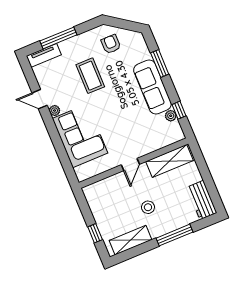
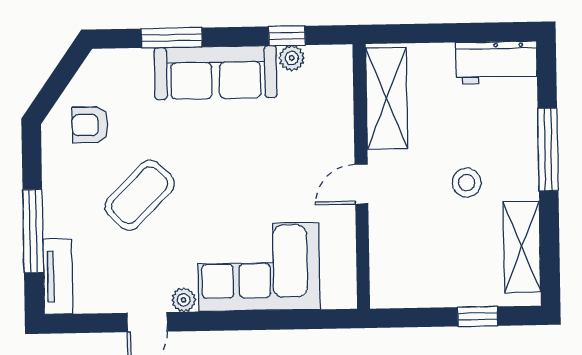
coffee table: (90, 76) -> (140, 195), turned -45
door: (130, 165) -> (361, 184), swing flipped

